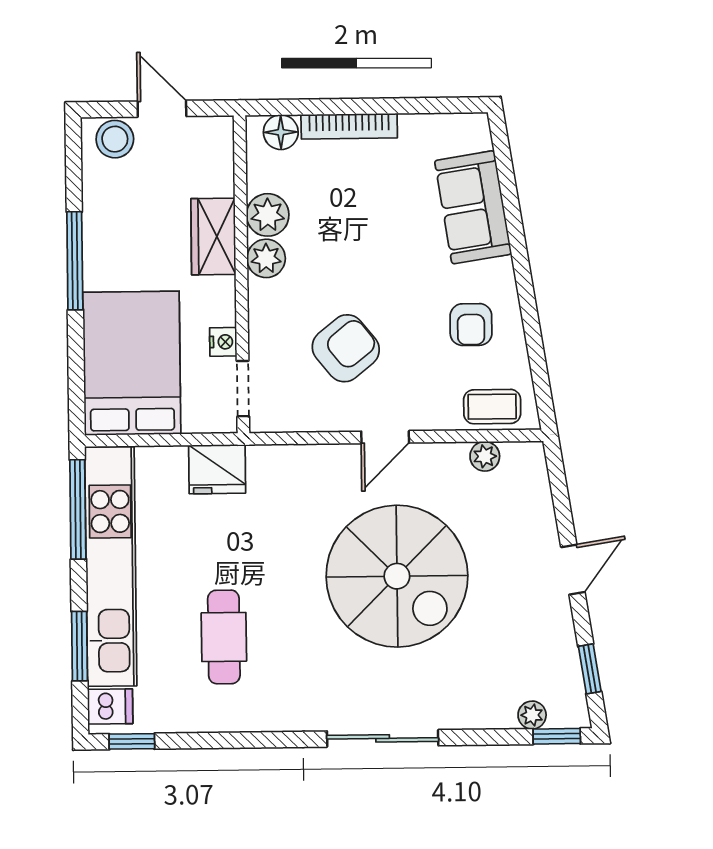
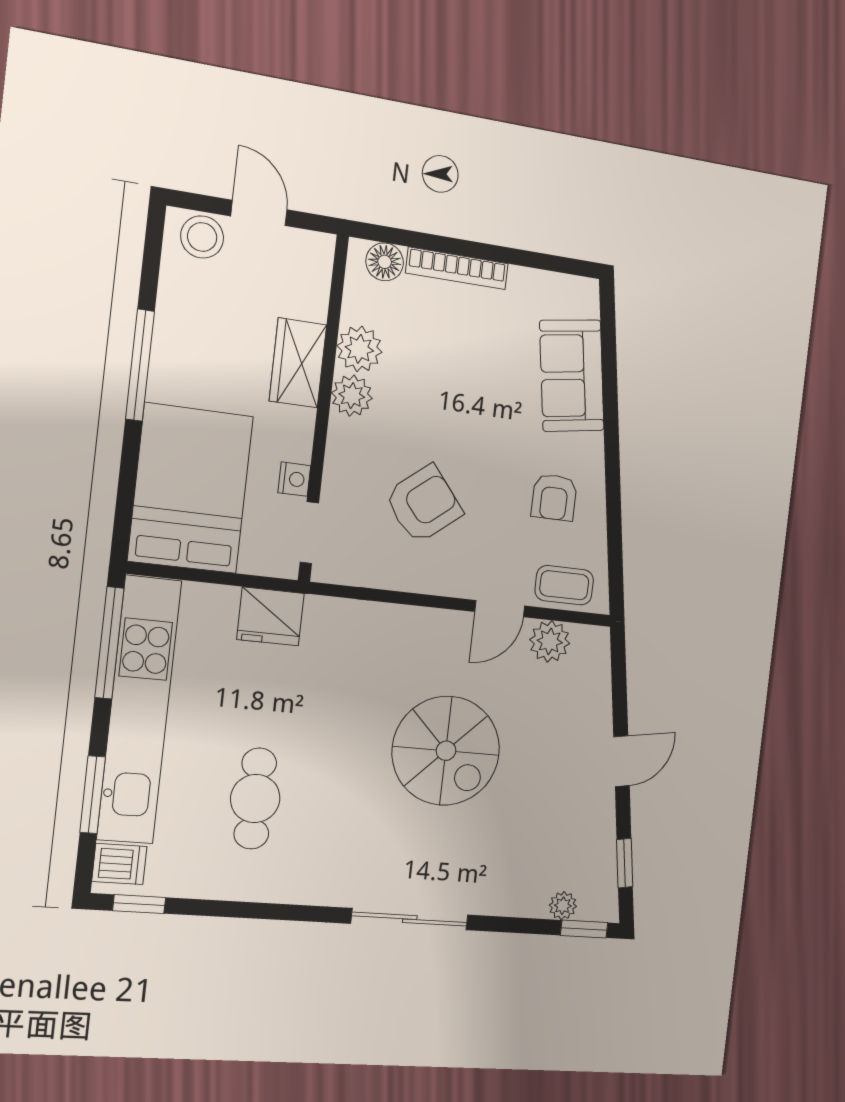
door: (385, 437) -> (500, 609), moved
plant: (485, 456) -> (550, 641), width x1.38, depth x1.38
spiral stairs: (397, 576) -> (446, 751), width x0.73, depth x0.73

